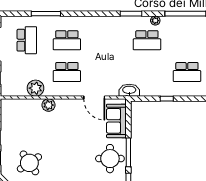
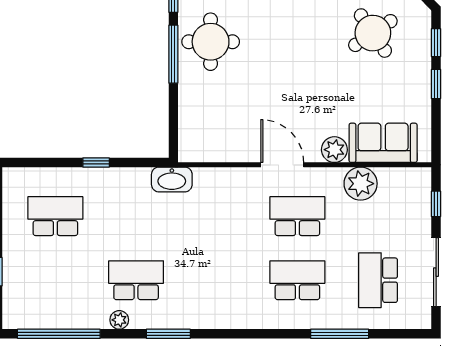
door: (94, 97) -> (282, 165), moved
sofa: (116, 121) -> (383, 143), moved, turned -90

